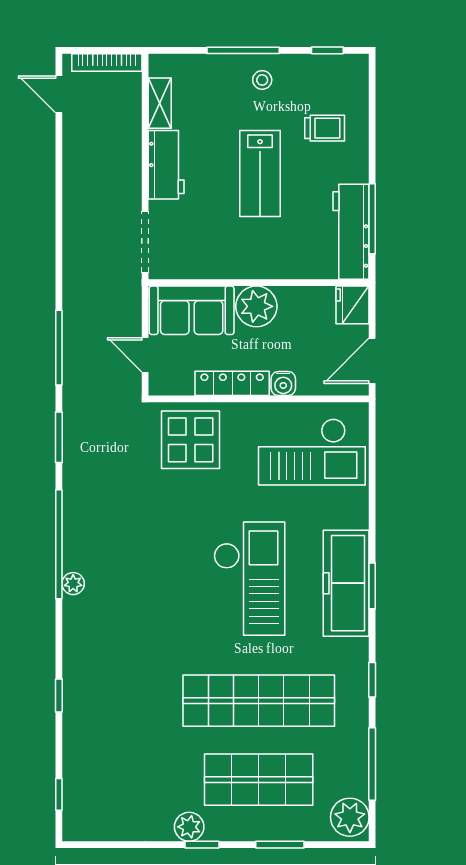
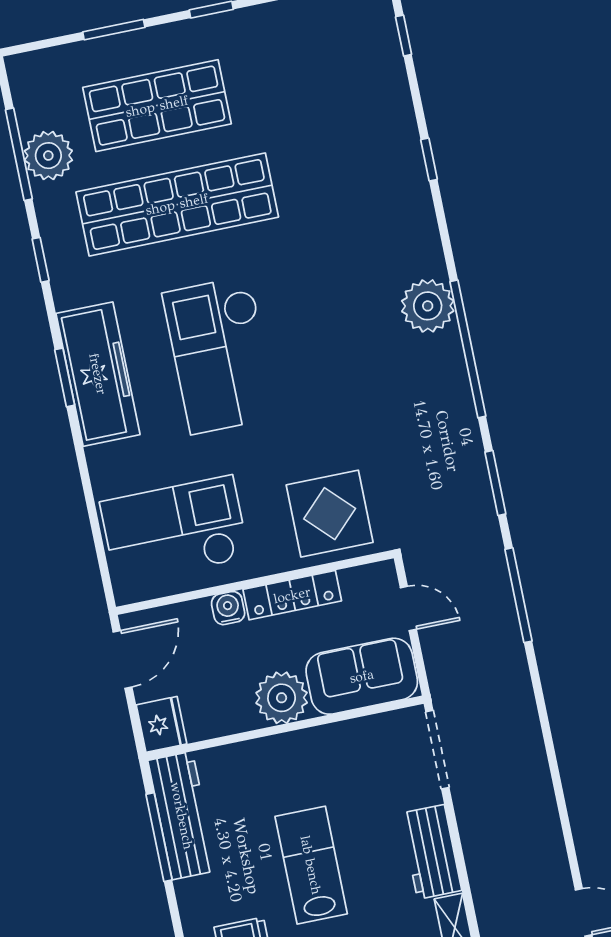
plant: (73, 584) -> (428, 306), width x1.88, depth x1.88
plant: (350, 817) -> (48, 156), moved
plant: (189, 827) -> (232, 29), removed

